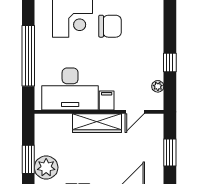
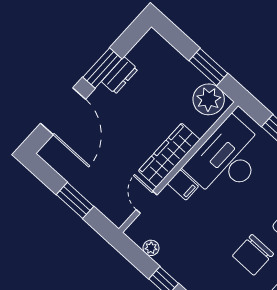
window: (28, 159) -> (208, 67), moved
plant: (46, 167) -> (209, 99), moved

